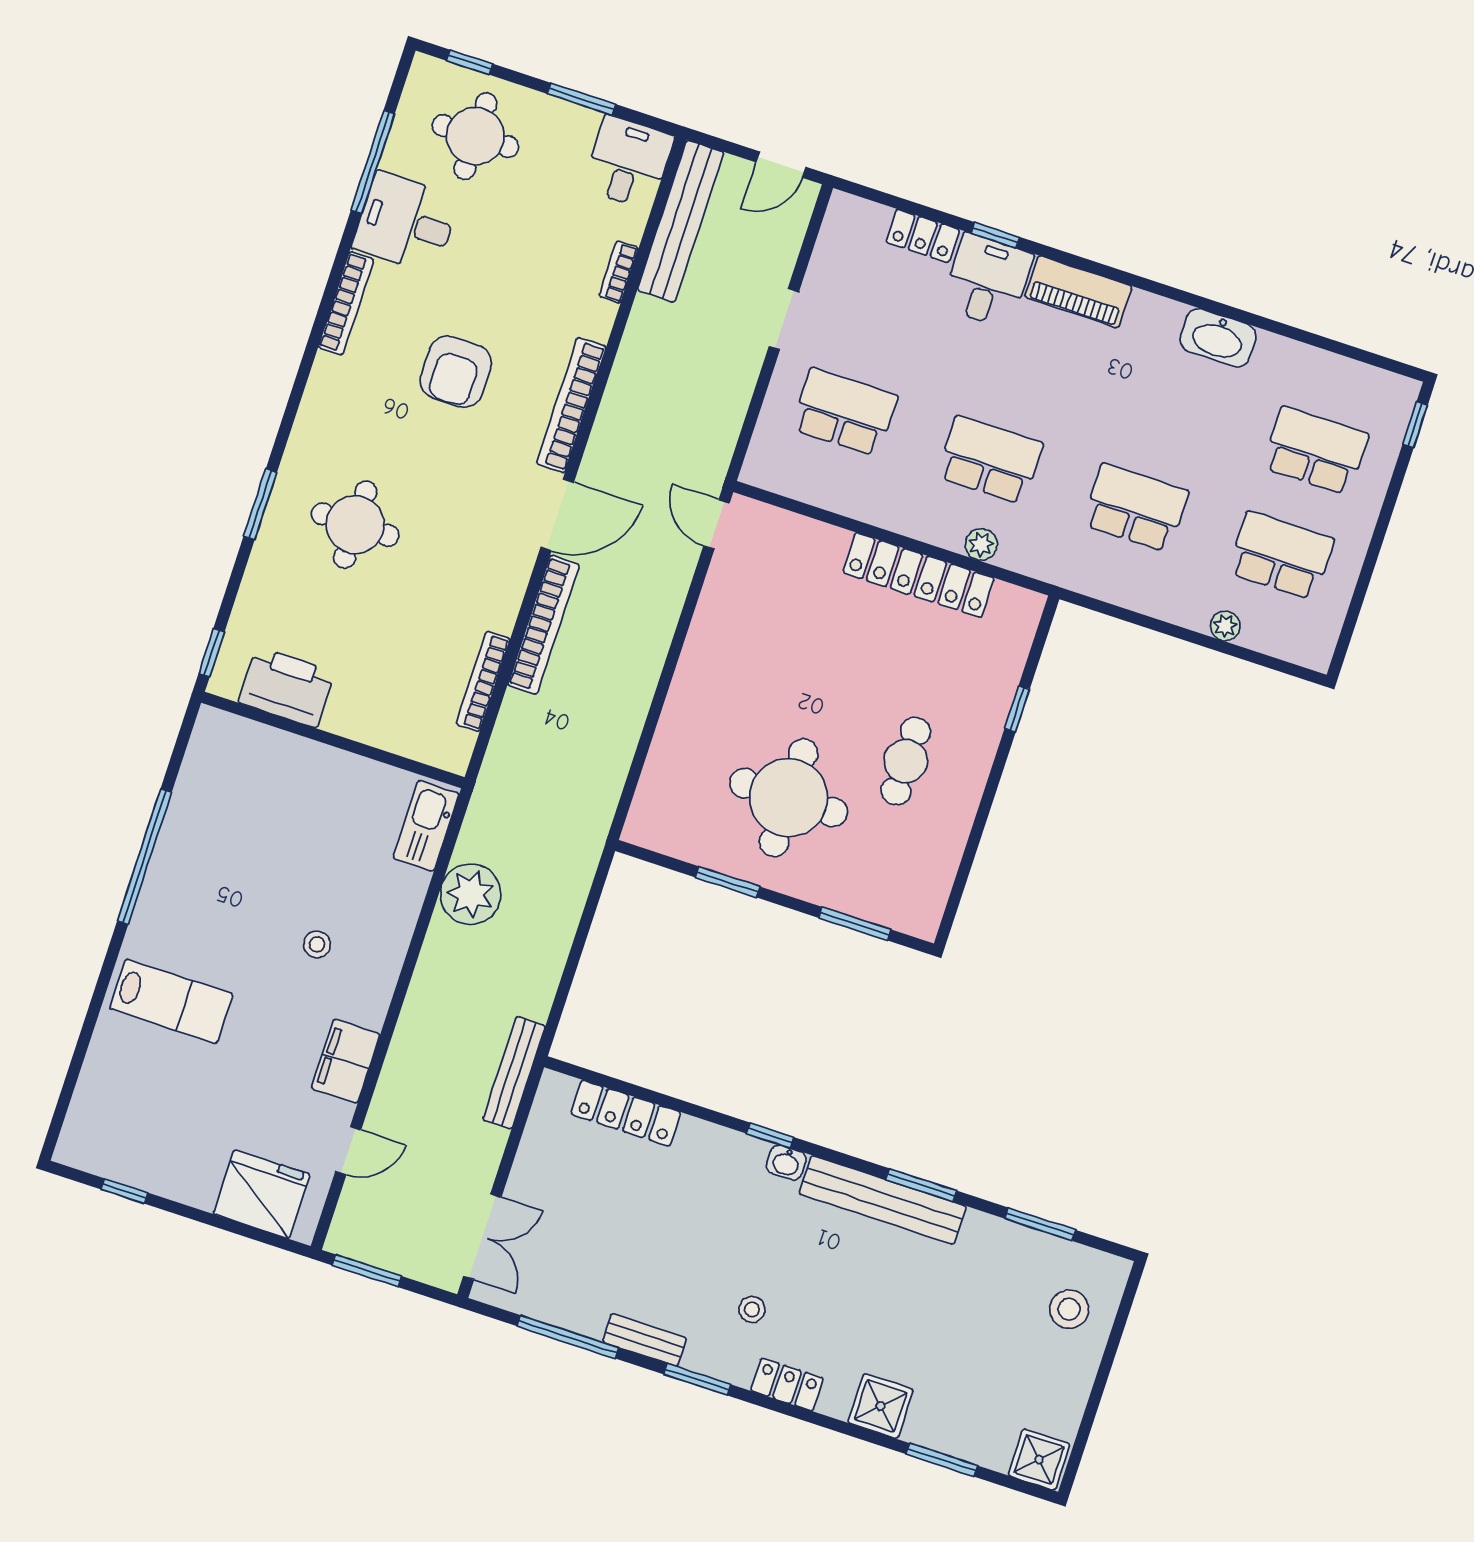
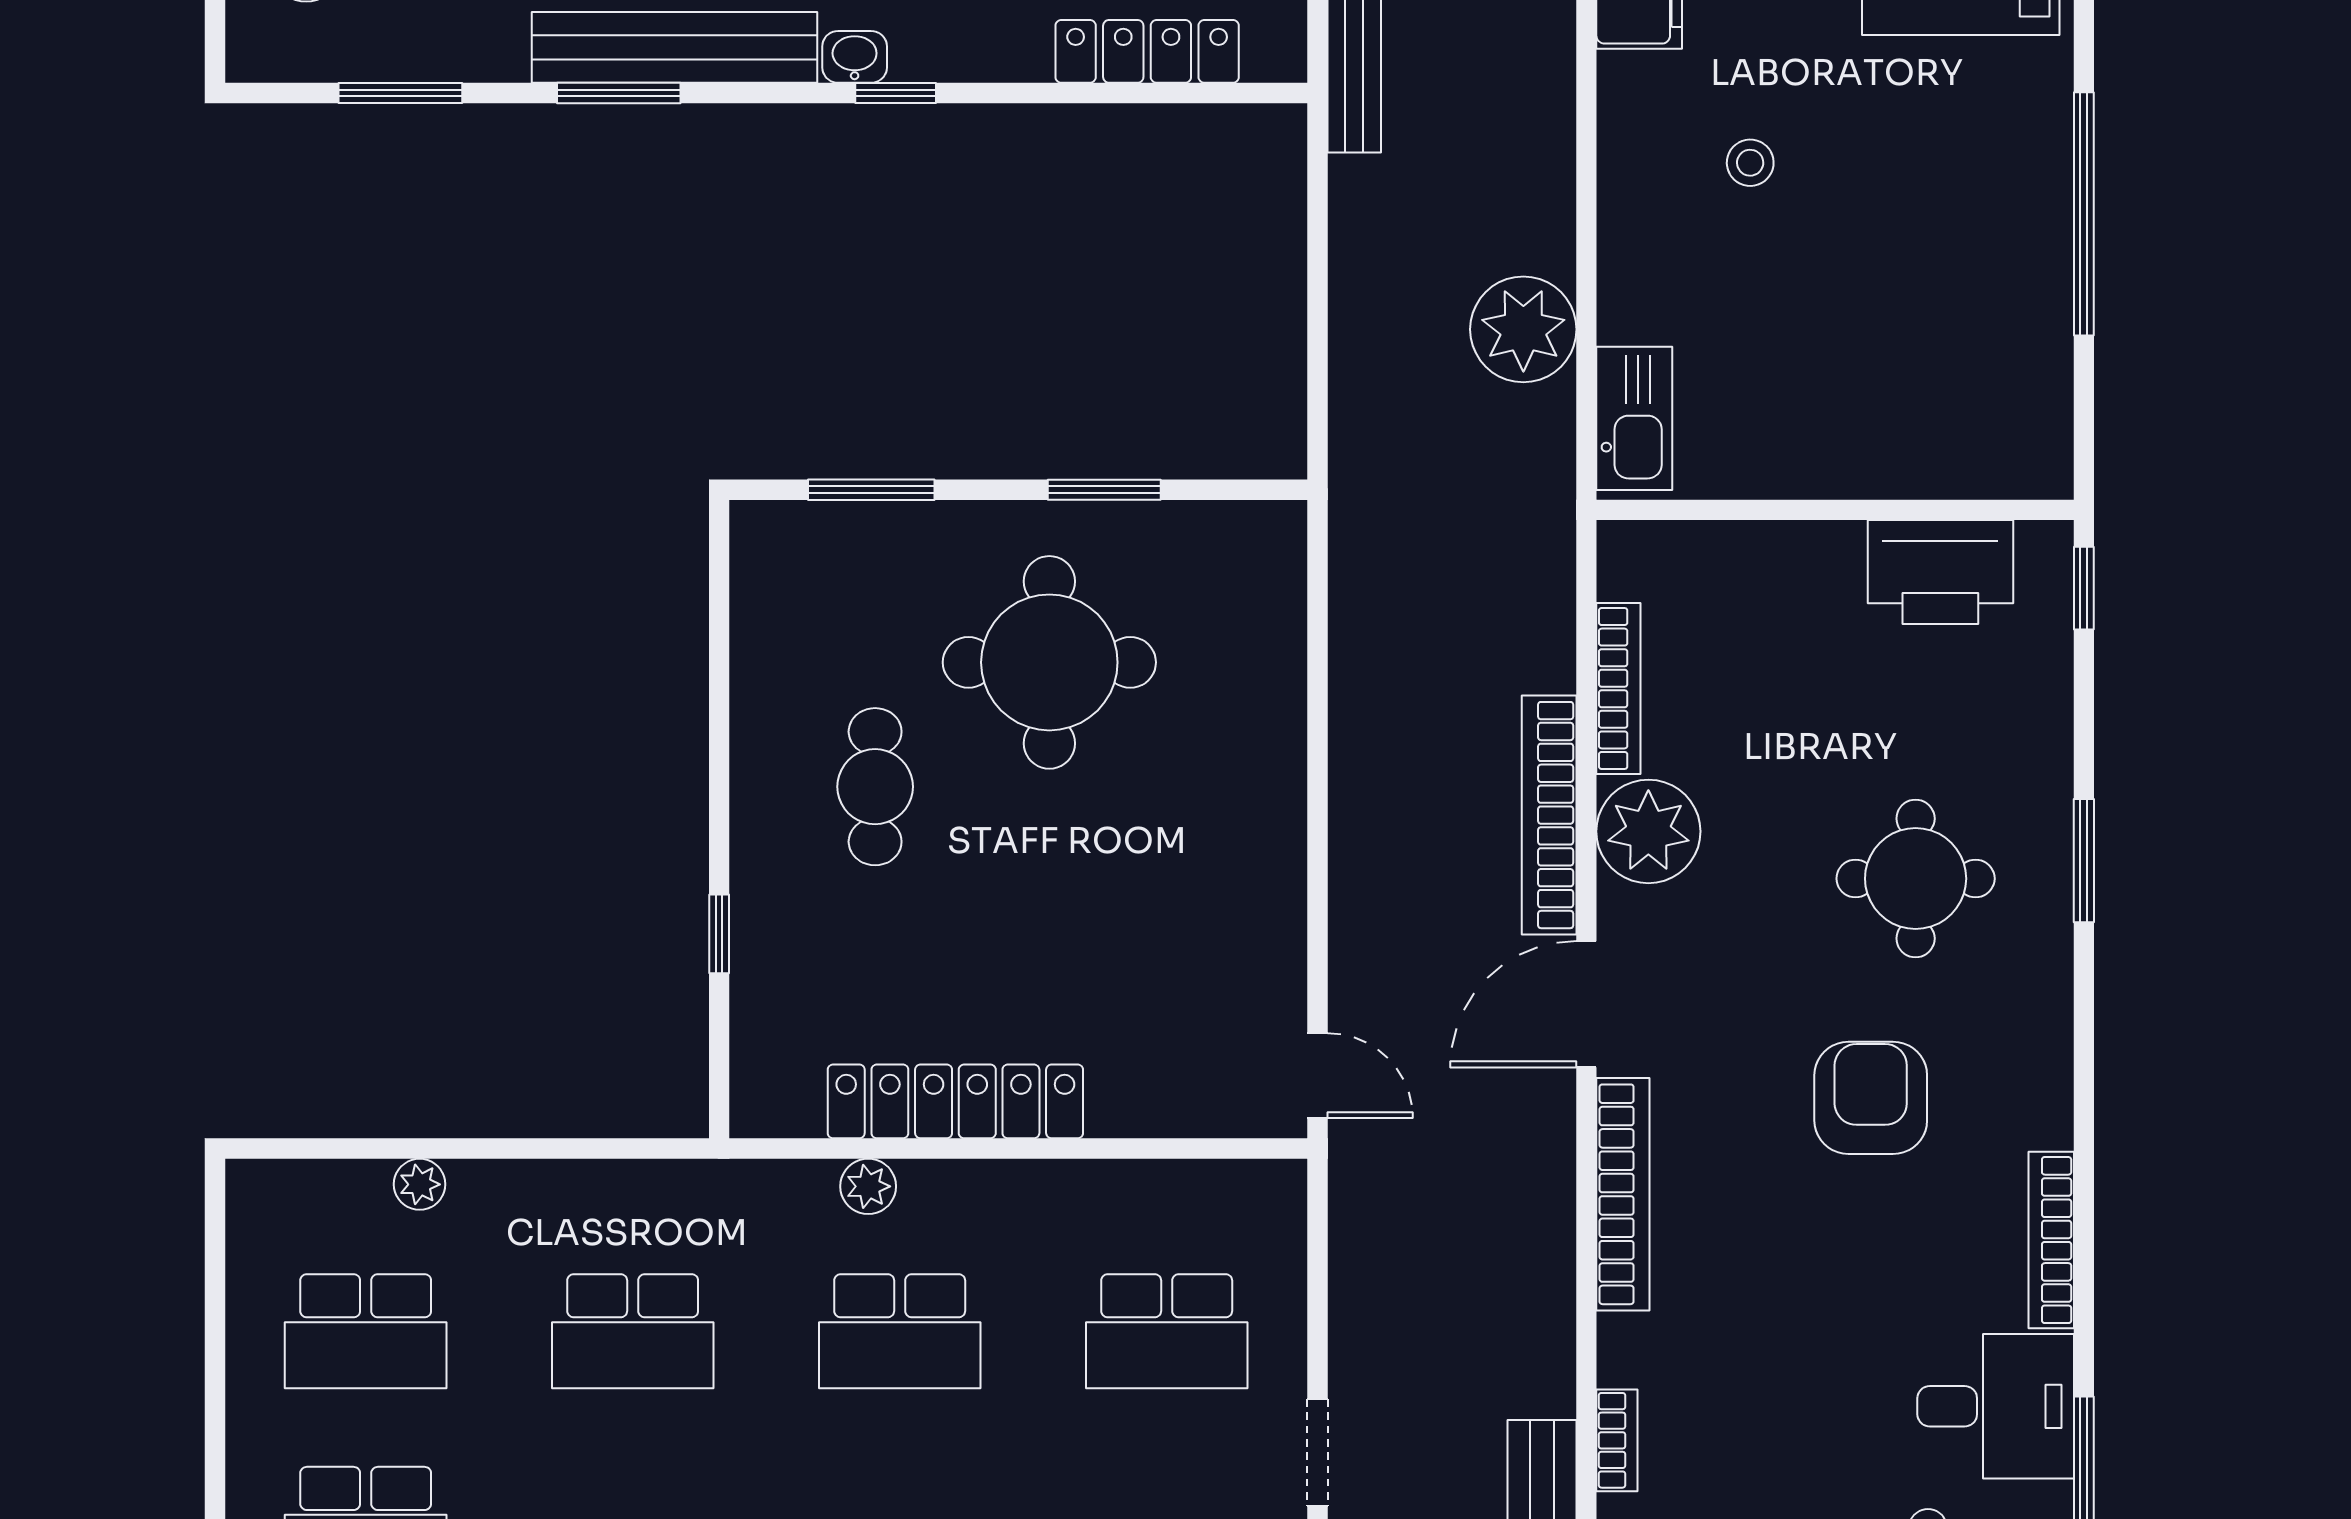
armchair: (456, 372) -> (1871, 1098), moved
plant: (492, 598) -> (1648, 831), added

